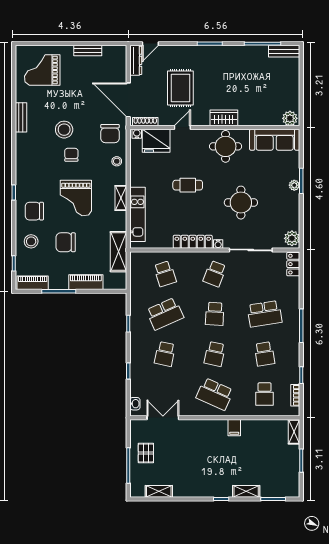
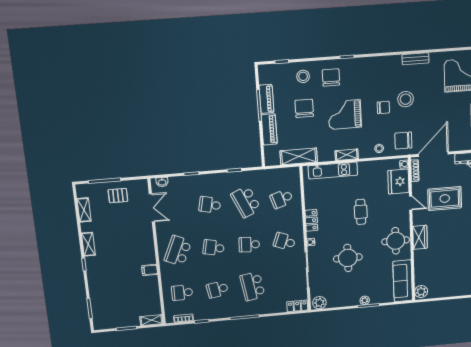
locker: (193, 242) -> (311, 220), width x0.66
piano: (33, 283) -> (266, 99), moved
shelving: (246, 491) -> (88, 244), moved

